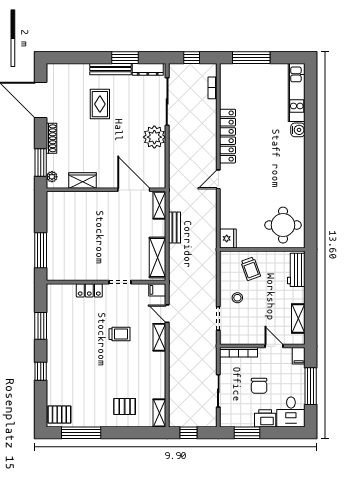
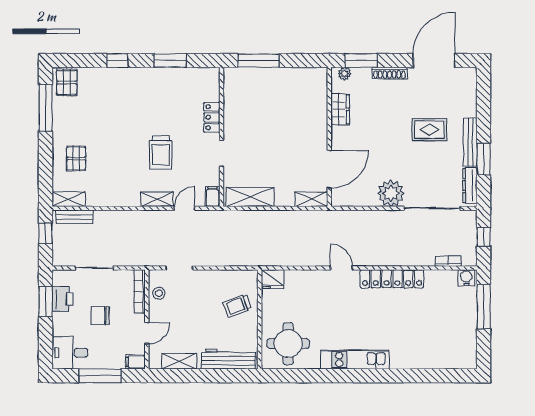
kitchen unit: (297, 93) -> (355, 360), moved
water cooler: (298, 130) -> (466, 278), moved, turned 180
bench: (175, 227) -> (74, 217), moved
workbench: (296, 270) -> (228, 359), width x1.38
stool: (237, 298) -> (159, 293), moved
trolley: (119, 334) -> (161, 153), width x1.36, depth x1.39
printer: (265, 418) -> (62, 299), moved

